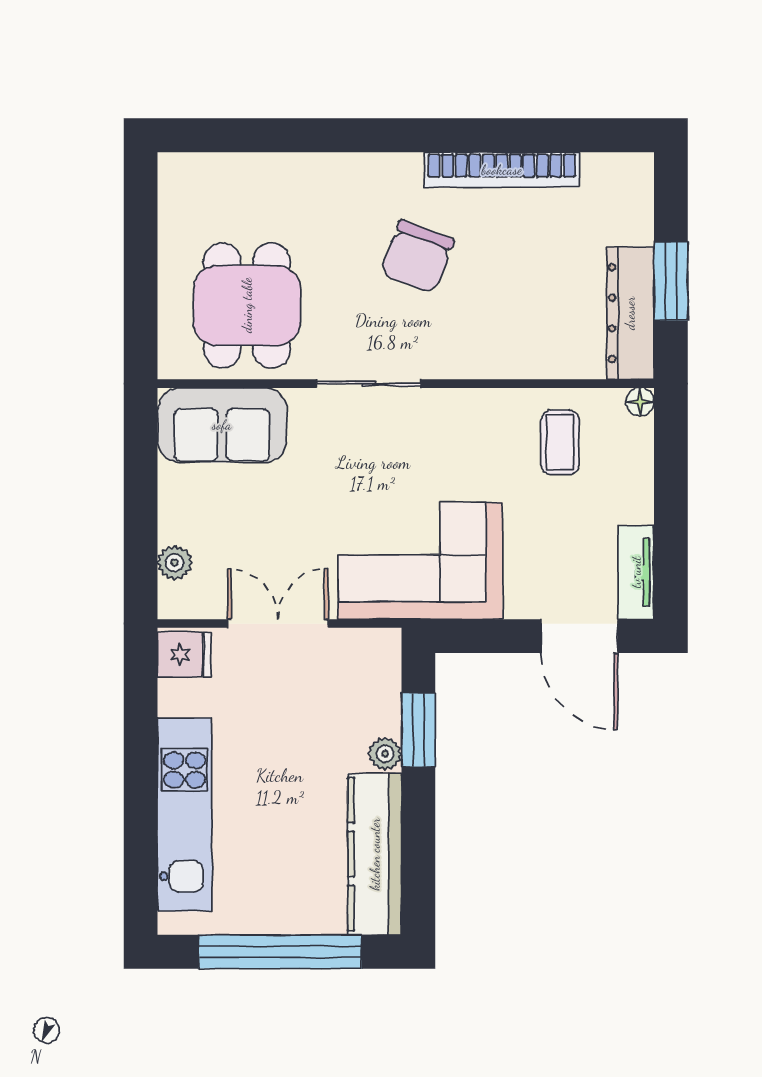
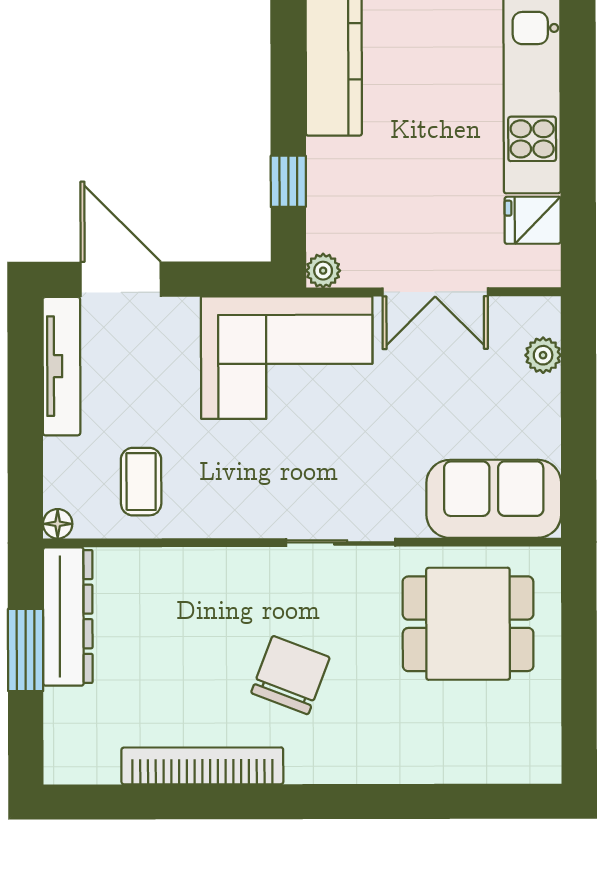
dining table: (247, 305) -> (468, 624), turned 90
tv unit: (636, 572) -> (61, 366), width x1.41
fridge: (184, 655) -> (533, 220), moved
window: (418, 730) -> (288, 181), width x0.67
plant: (385, 754) -> (323, 271), moved

